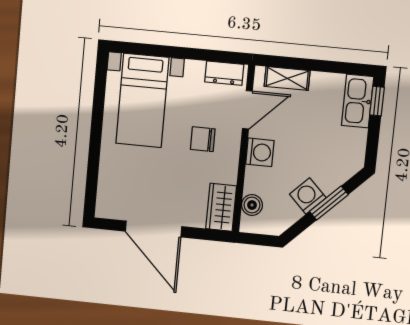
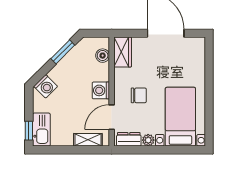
plant: (195, 69) -> (148, 140), added
washing machine: (308, 196) -> (46, 86), moved
window: (329, 203) -> (63, 52), moved

